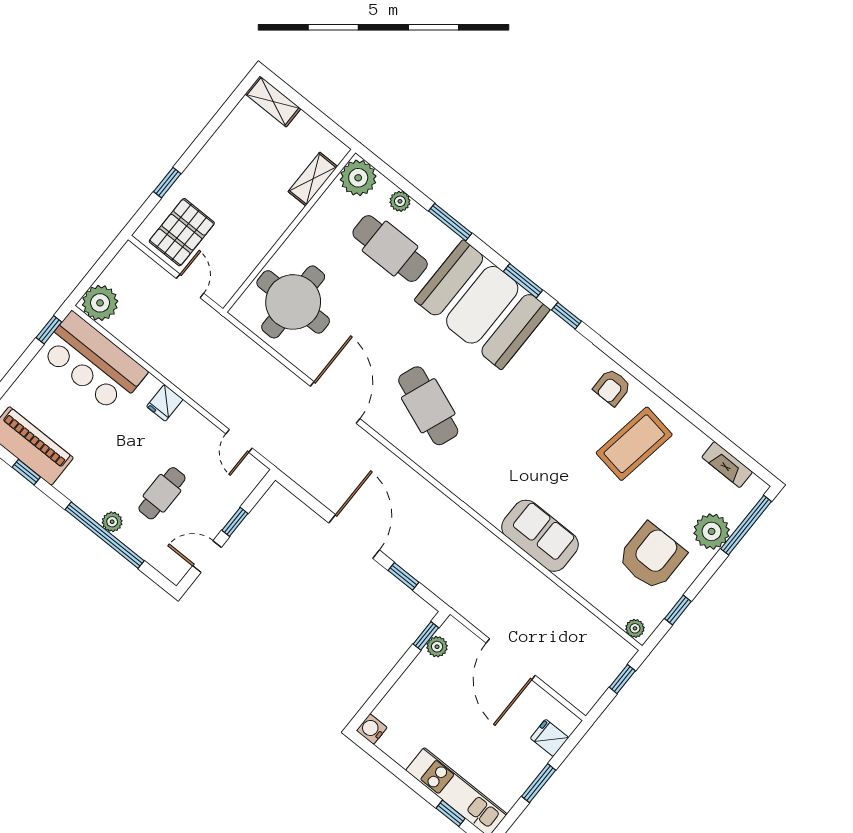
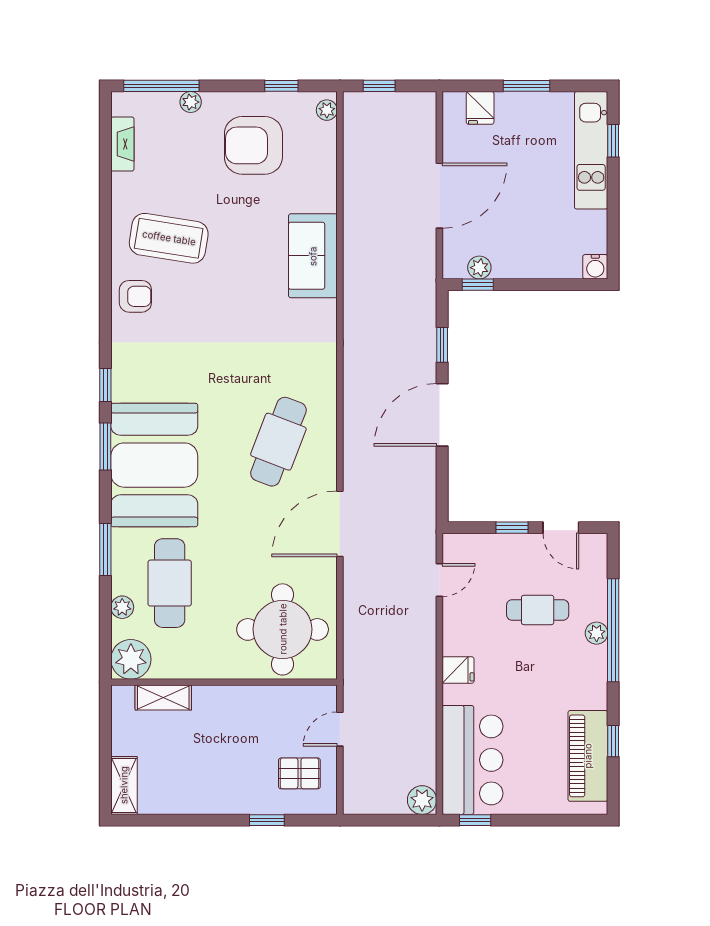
pallet: (182, 232) -> (299, 773), width x0.67, depth x0.71
plant: (100, 303) -> (422, 800), width x0.73, depth x0.73
plant: (712, 531) -> (191, 102), width x0.53, depth x0.53

